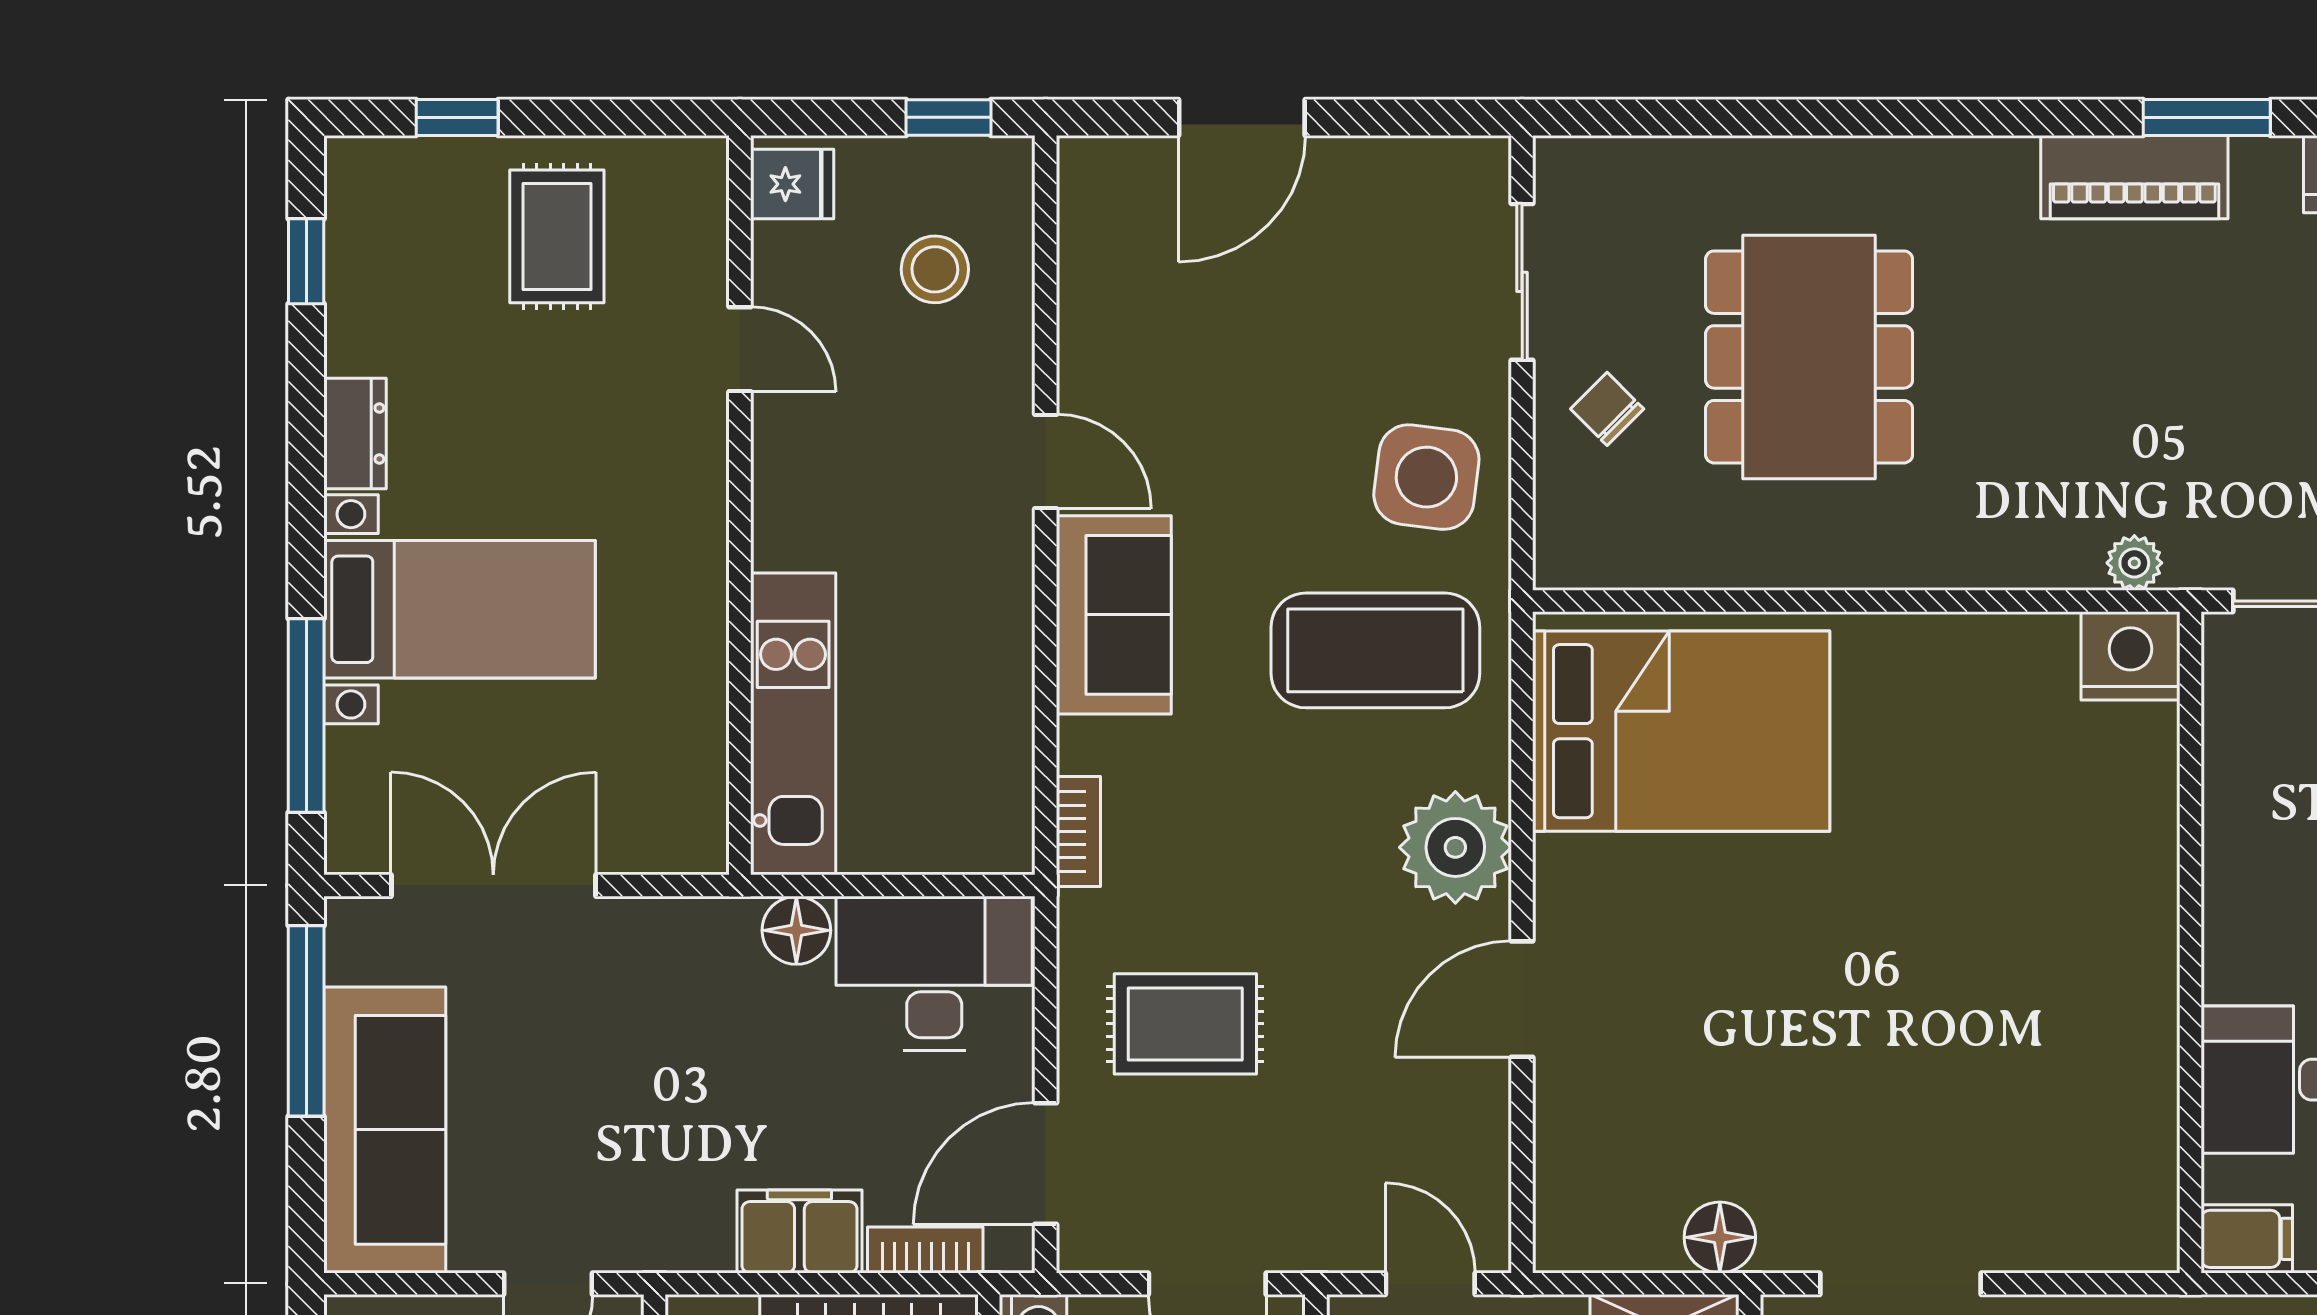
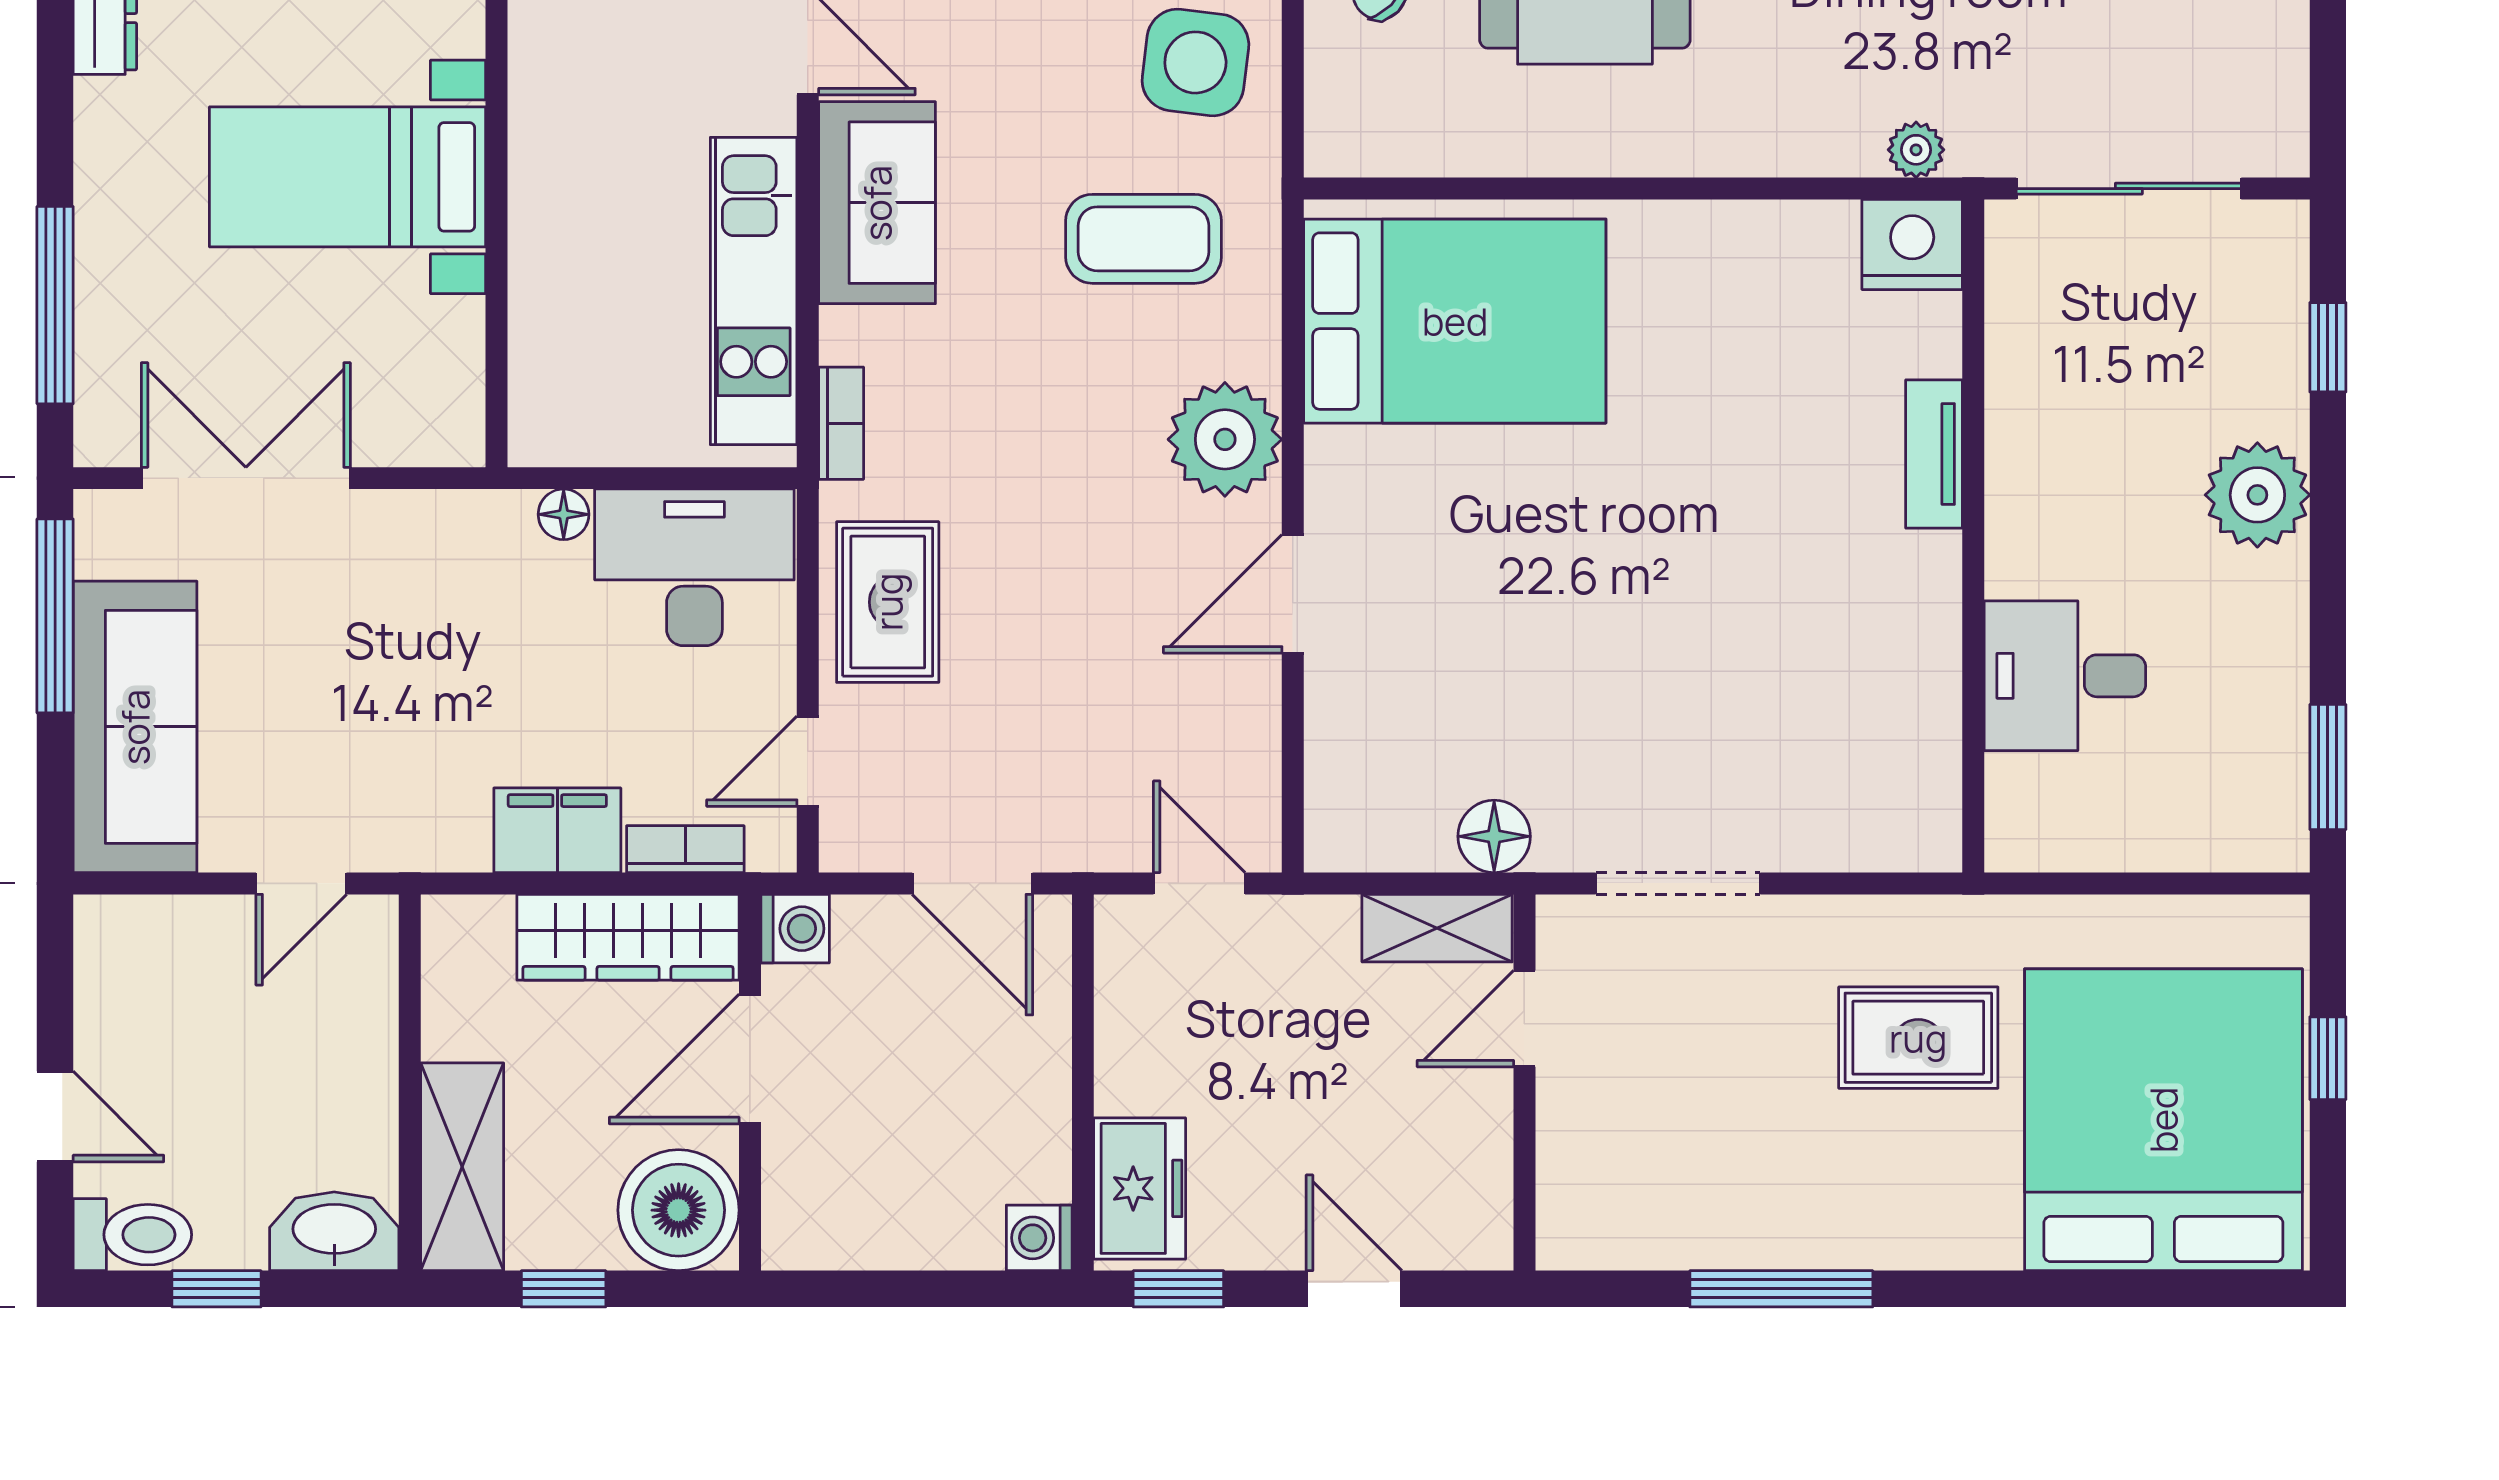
bed with nightstands: (460, 609) -> (348, 177), moved, turned 180
coffee table: (1375, 650) -> (1144, 239), width x0.73, depth x0.76
kitchen unit: (793, 724) -> (754, 291), moved, turned 180
tv unit: (2152, 862) -> (1934, 454), added
floor lamp: (796, 930) -> (564, 514), width x0.73, depth x0.73
rug: (1185, 1024) -> (888, 602), moved, turned 90
door: (1046, 1164) -> (808, 761), width x0.73
filing cabinet: (2247, 1239) -> (2030, 838), removed

